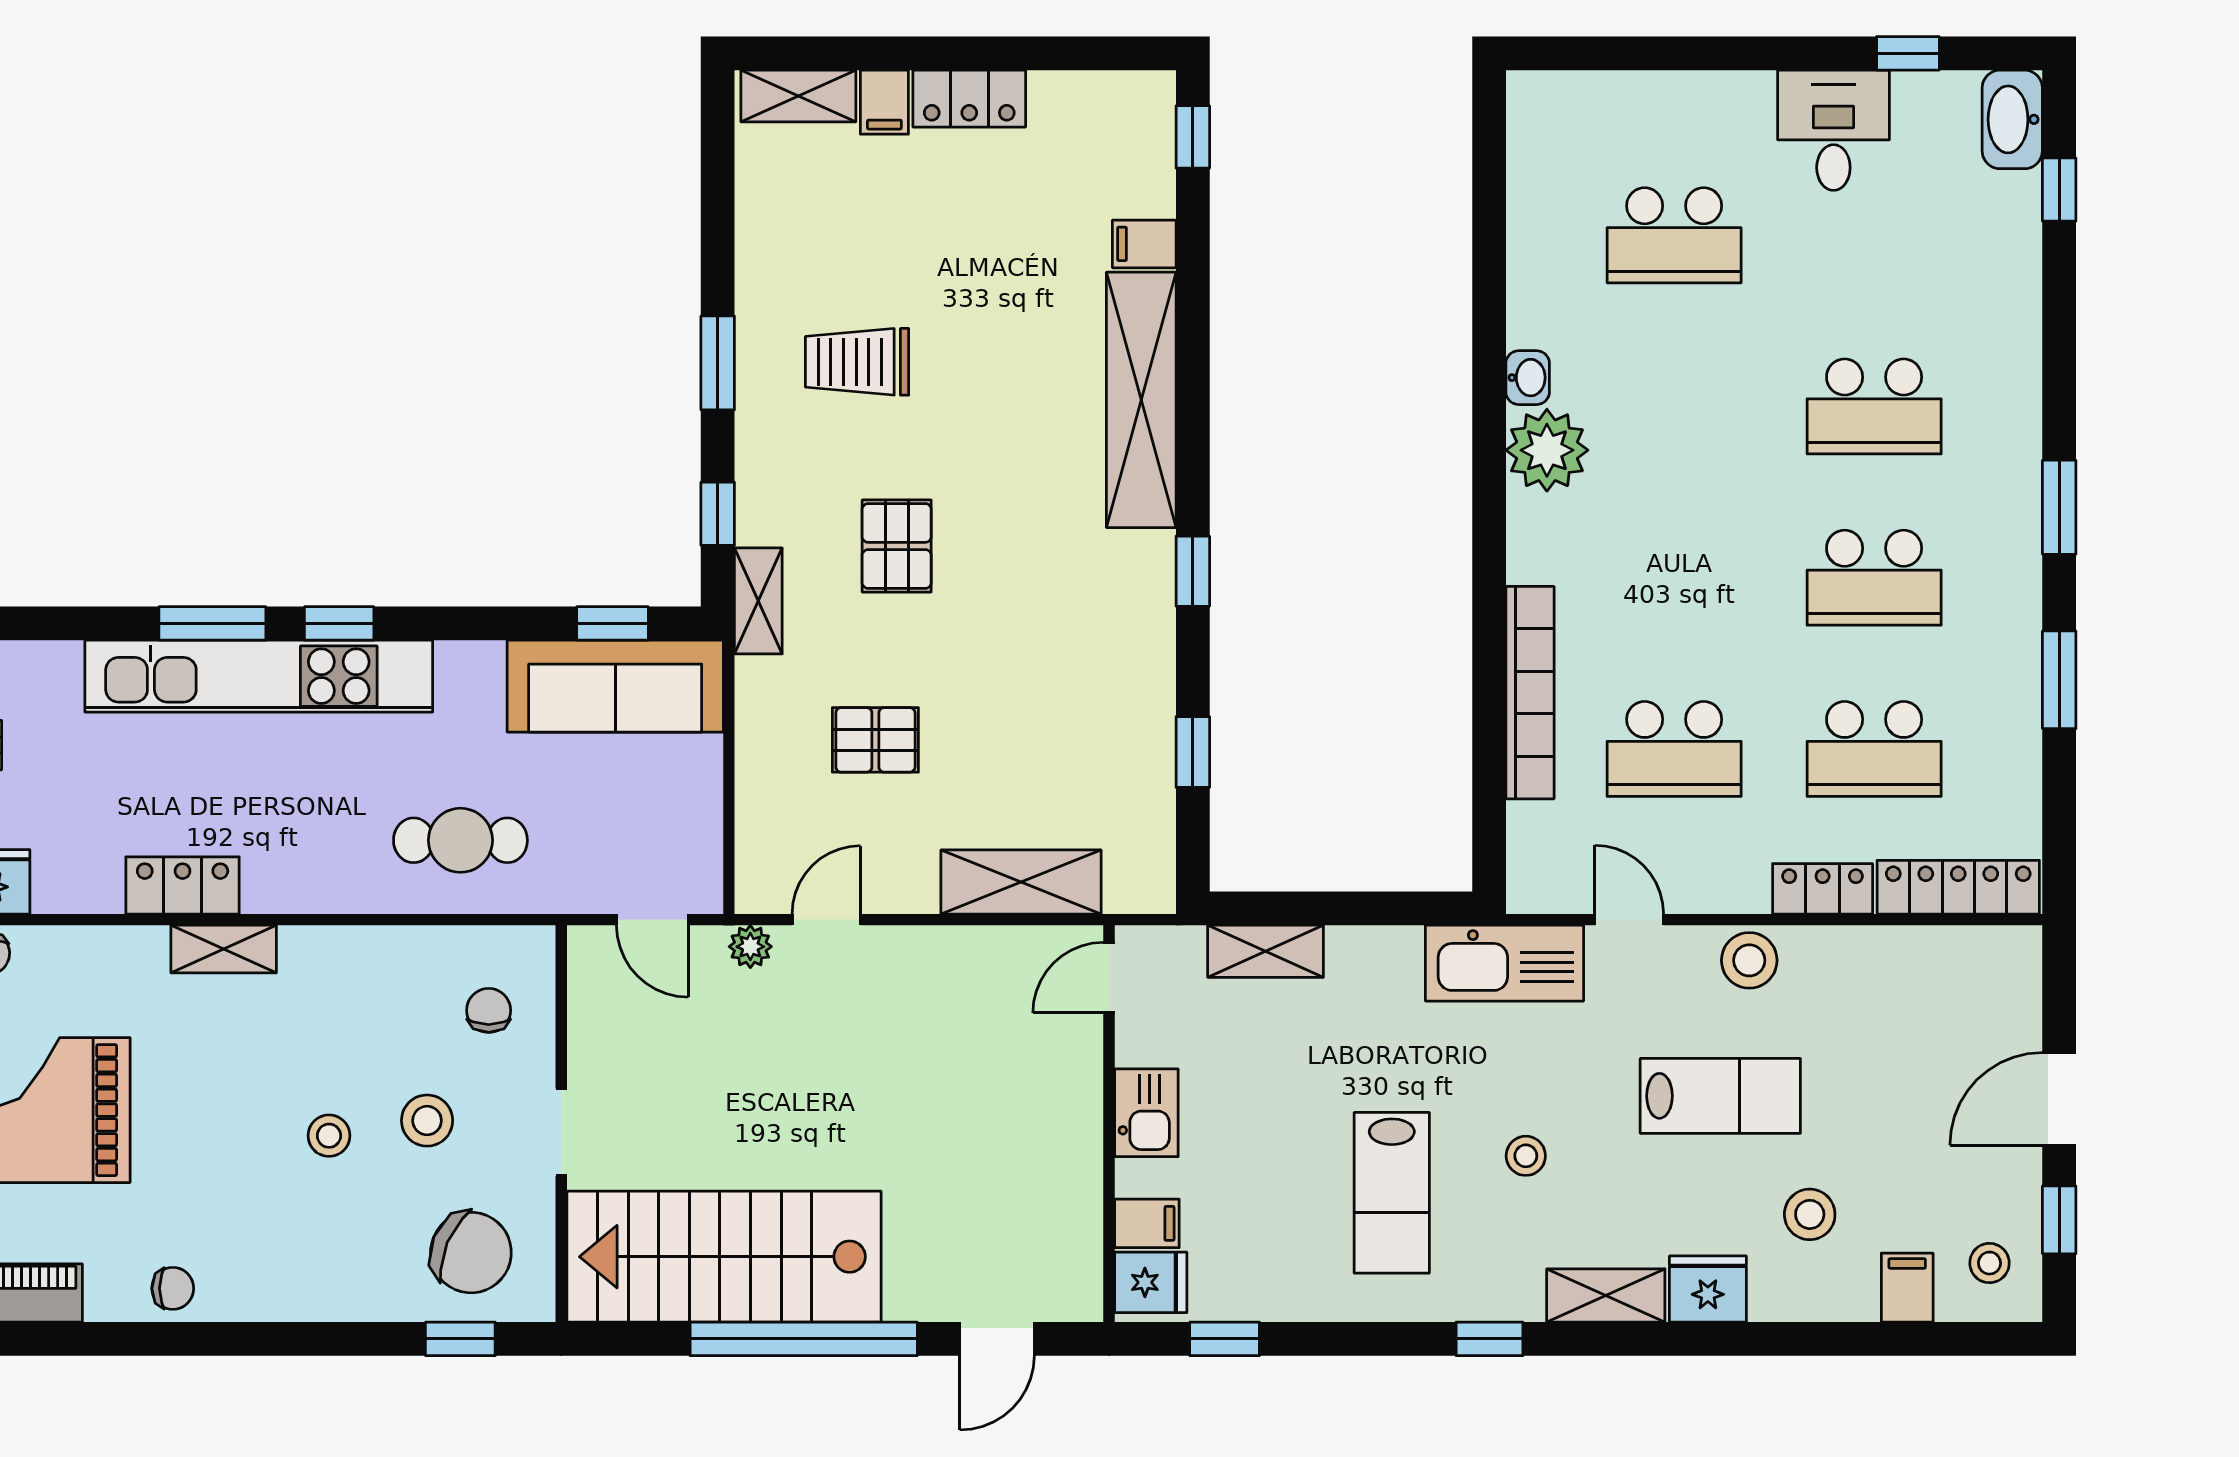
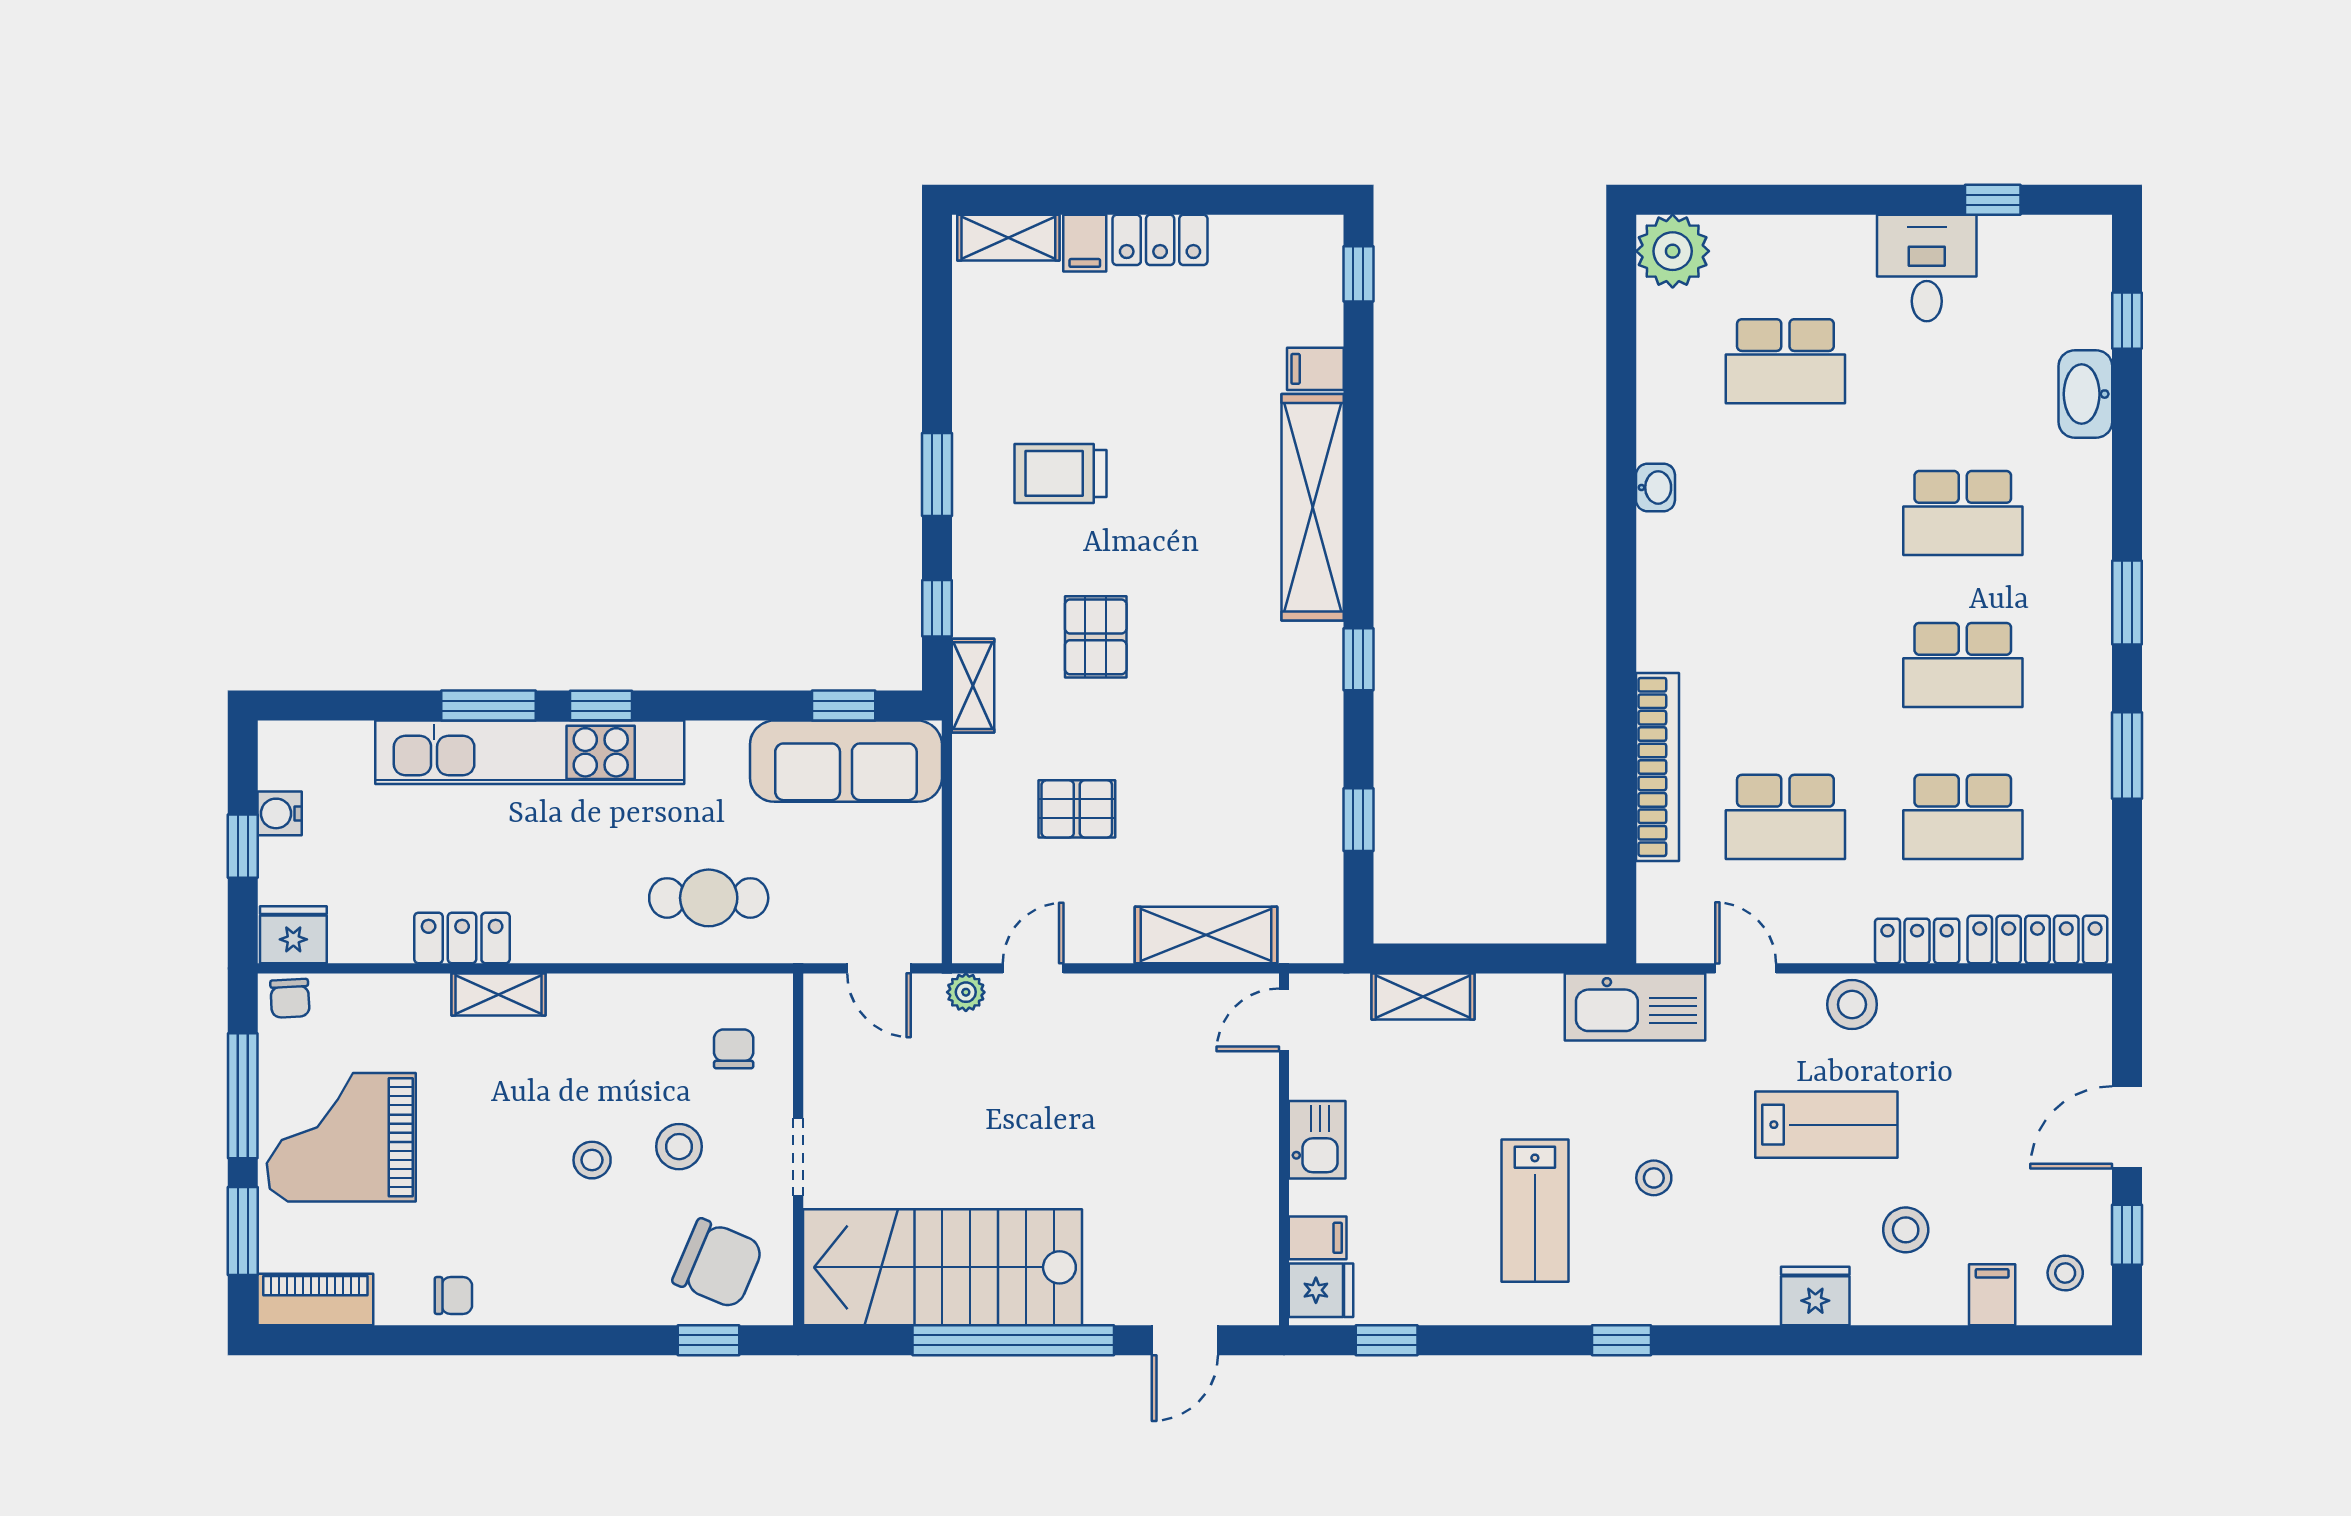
washbasin: (2012, 119) -> (2085, 394), moved
plant: (1547, 450) -> (1673, 251), moved
shelving: (1606, 1295) -> (1725, 1302), removed

